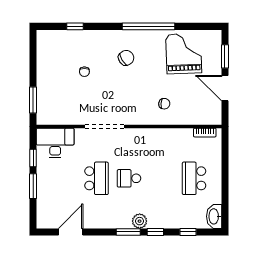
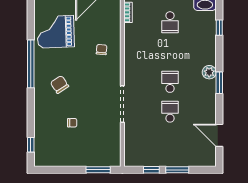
window: (75, 26) -> (31, 145), moved
desk: (55, 143) -> (137, 150), removed
school desk: (97, 178) -> (170, 112), width x0.54
school desk: (129, 178) -> (170, 82), turned 180
school desk: (194, 178) -> (170, 22), width x0.54
window: (155, 232) -> (219, 58), removed

